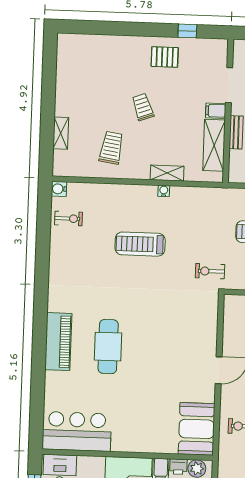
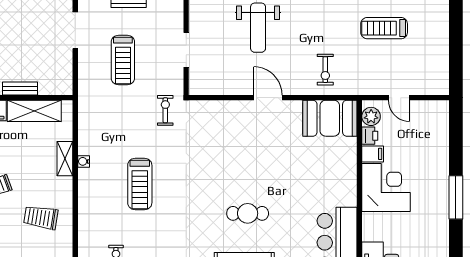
exercise bike: (210, 271) -> (165, 110), turned 180
cafe table: (108, 347) -> (248, 213), width x0.73, depth x0.74

